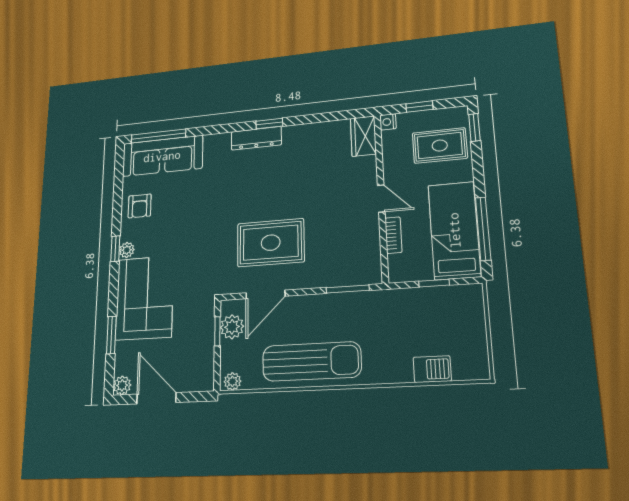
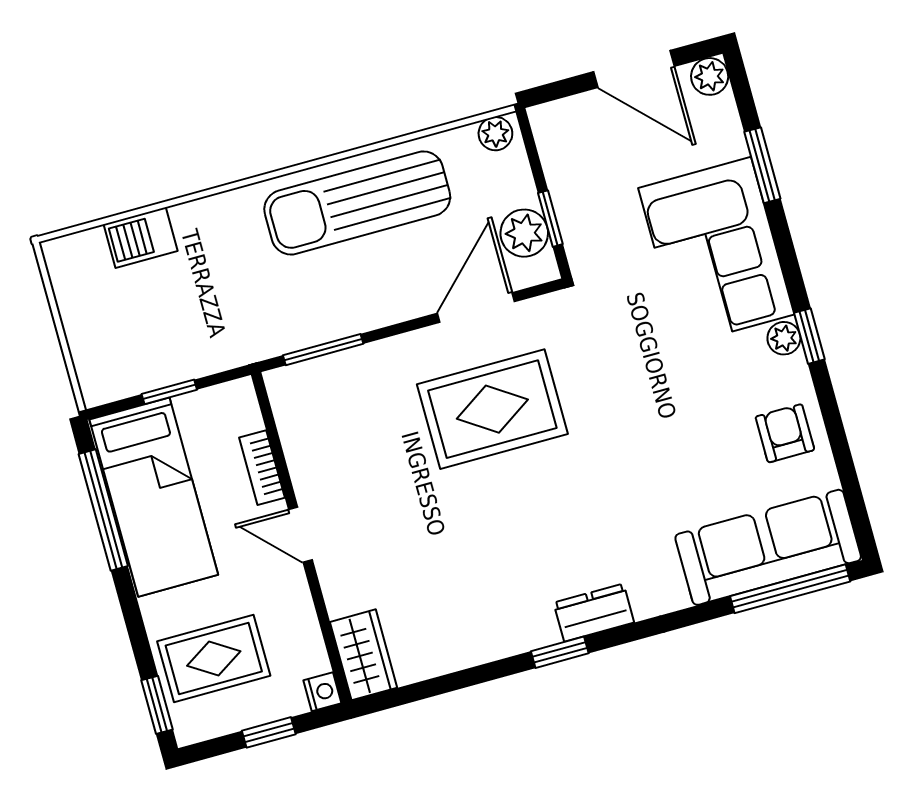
dresser: (256, 138) -> (594, 613), width x0.70

